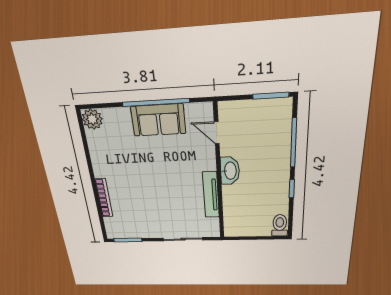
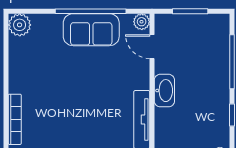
window: (271, 96) -> (190, 11), moved
plant: (205, 110) -> (142, 22), added

